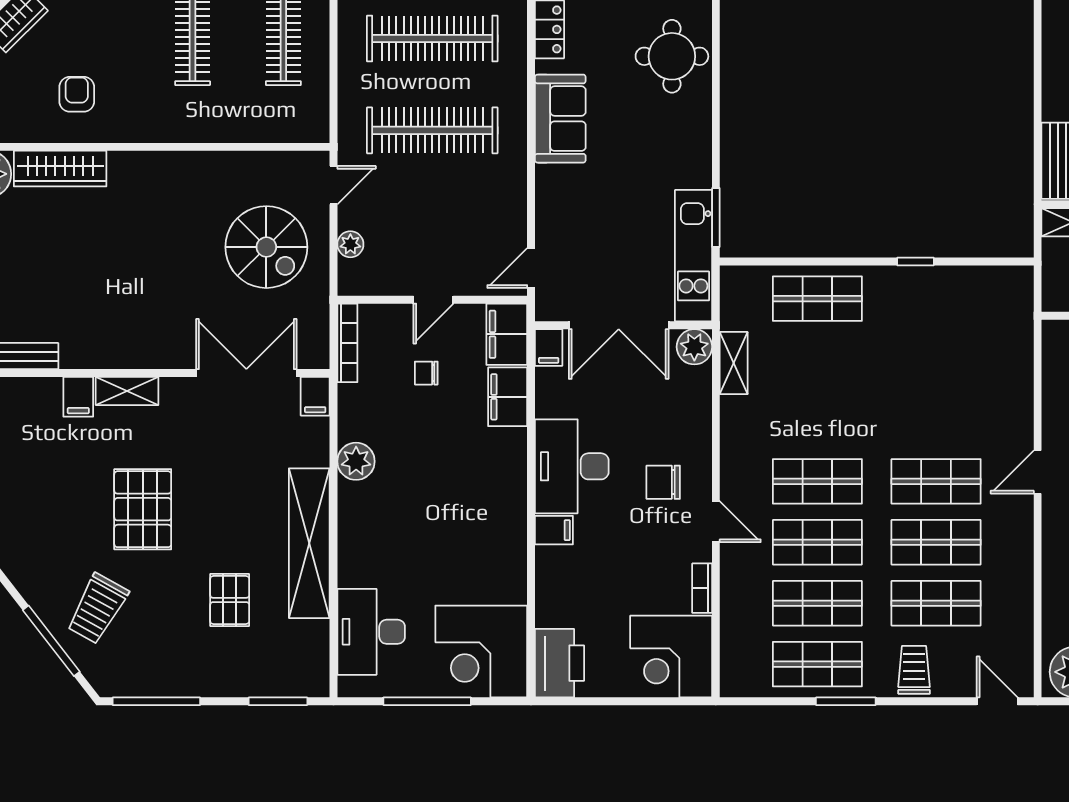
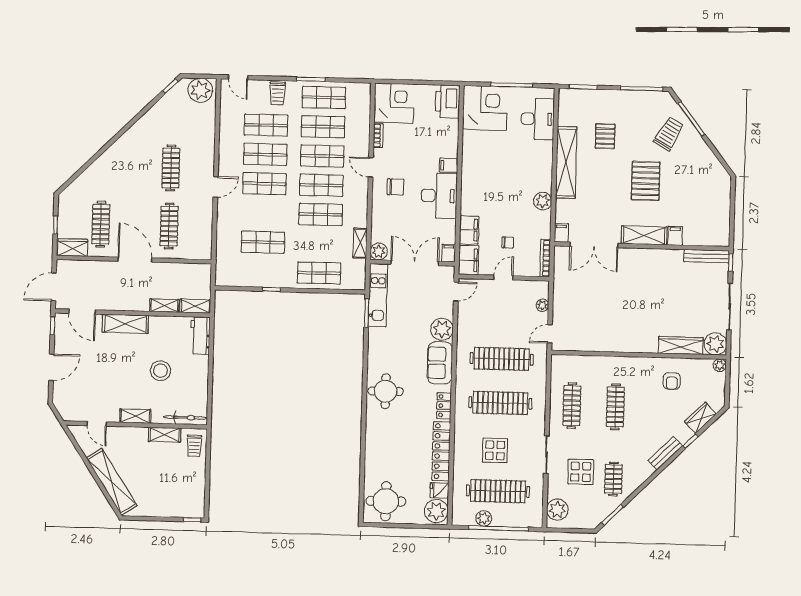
plant: (558, 188) -> (442, 329), added
spiral stairs: (266, 247) -> (583, 305), removed
shop shelf: (936, 360) -> (263, 242), added
shelving: (127, 391) -> (644, 235), width x1.50, depth x1.33
shop shelf: (817, 420) -> (321, 214), added

